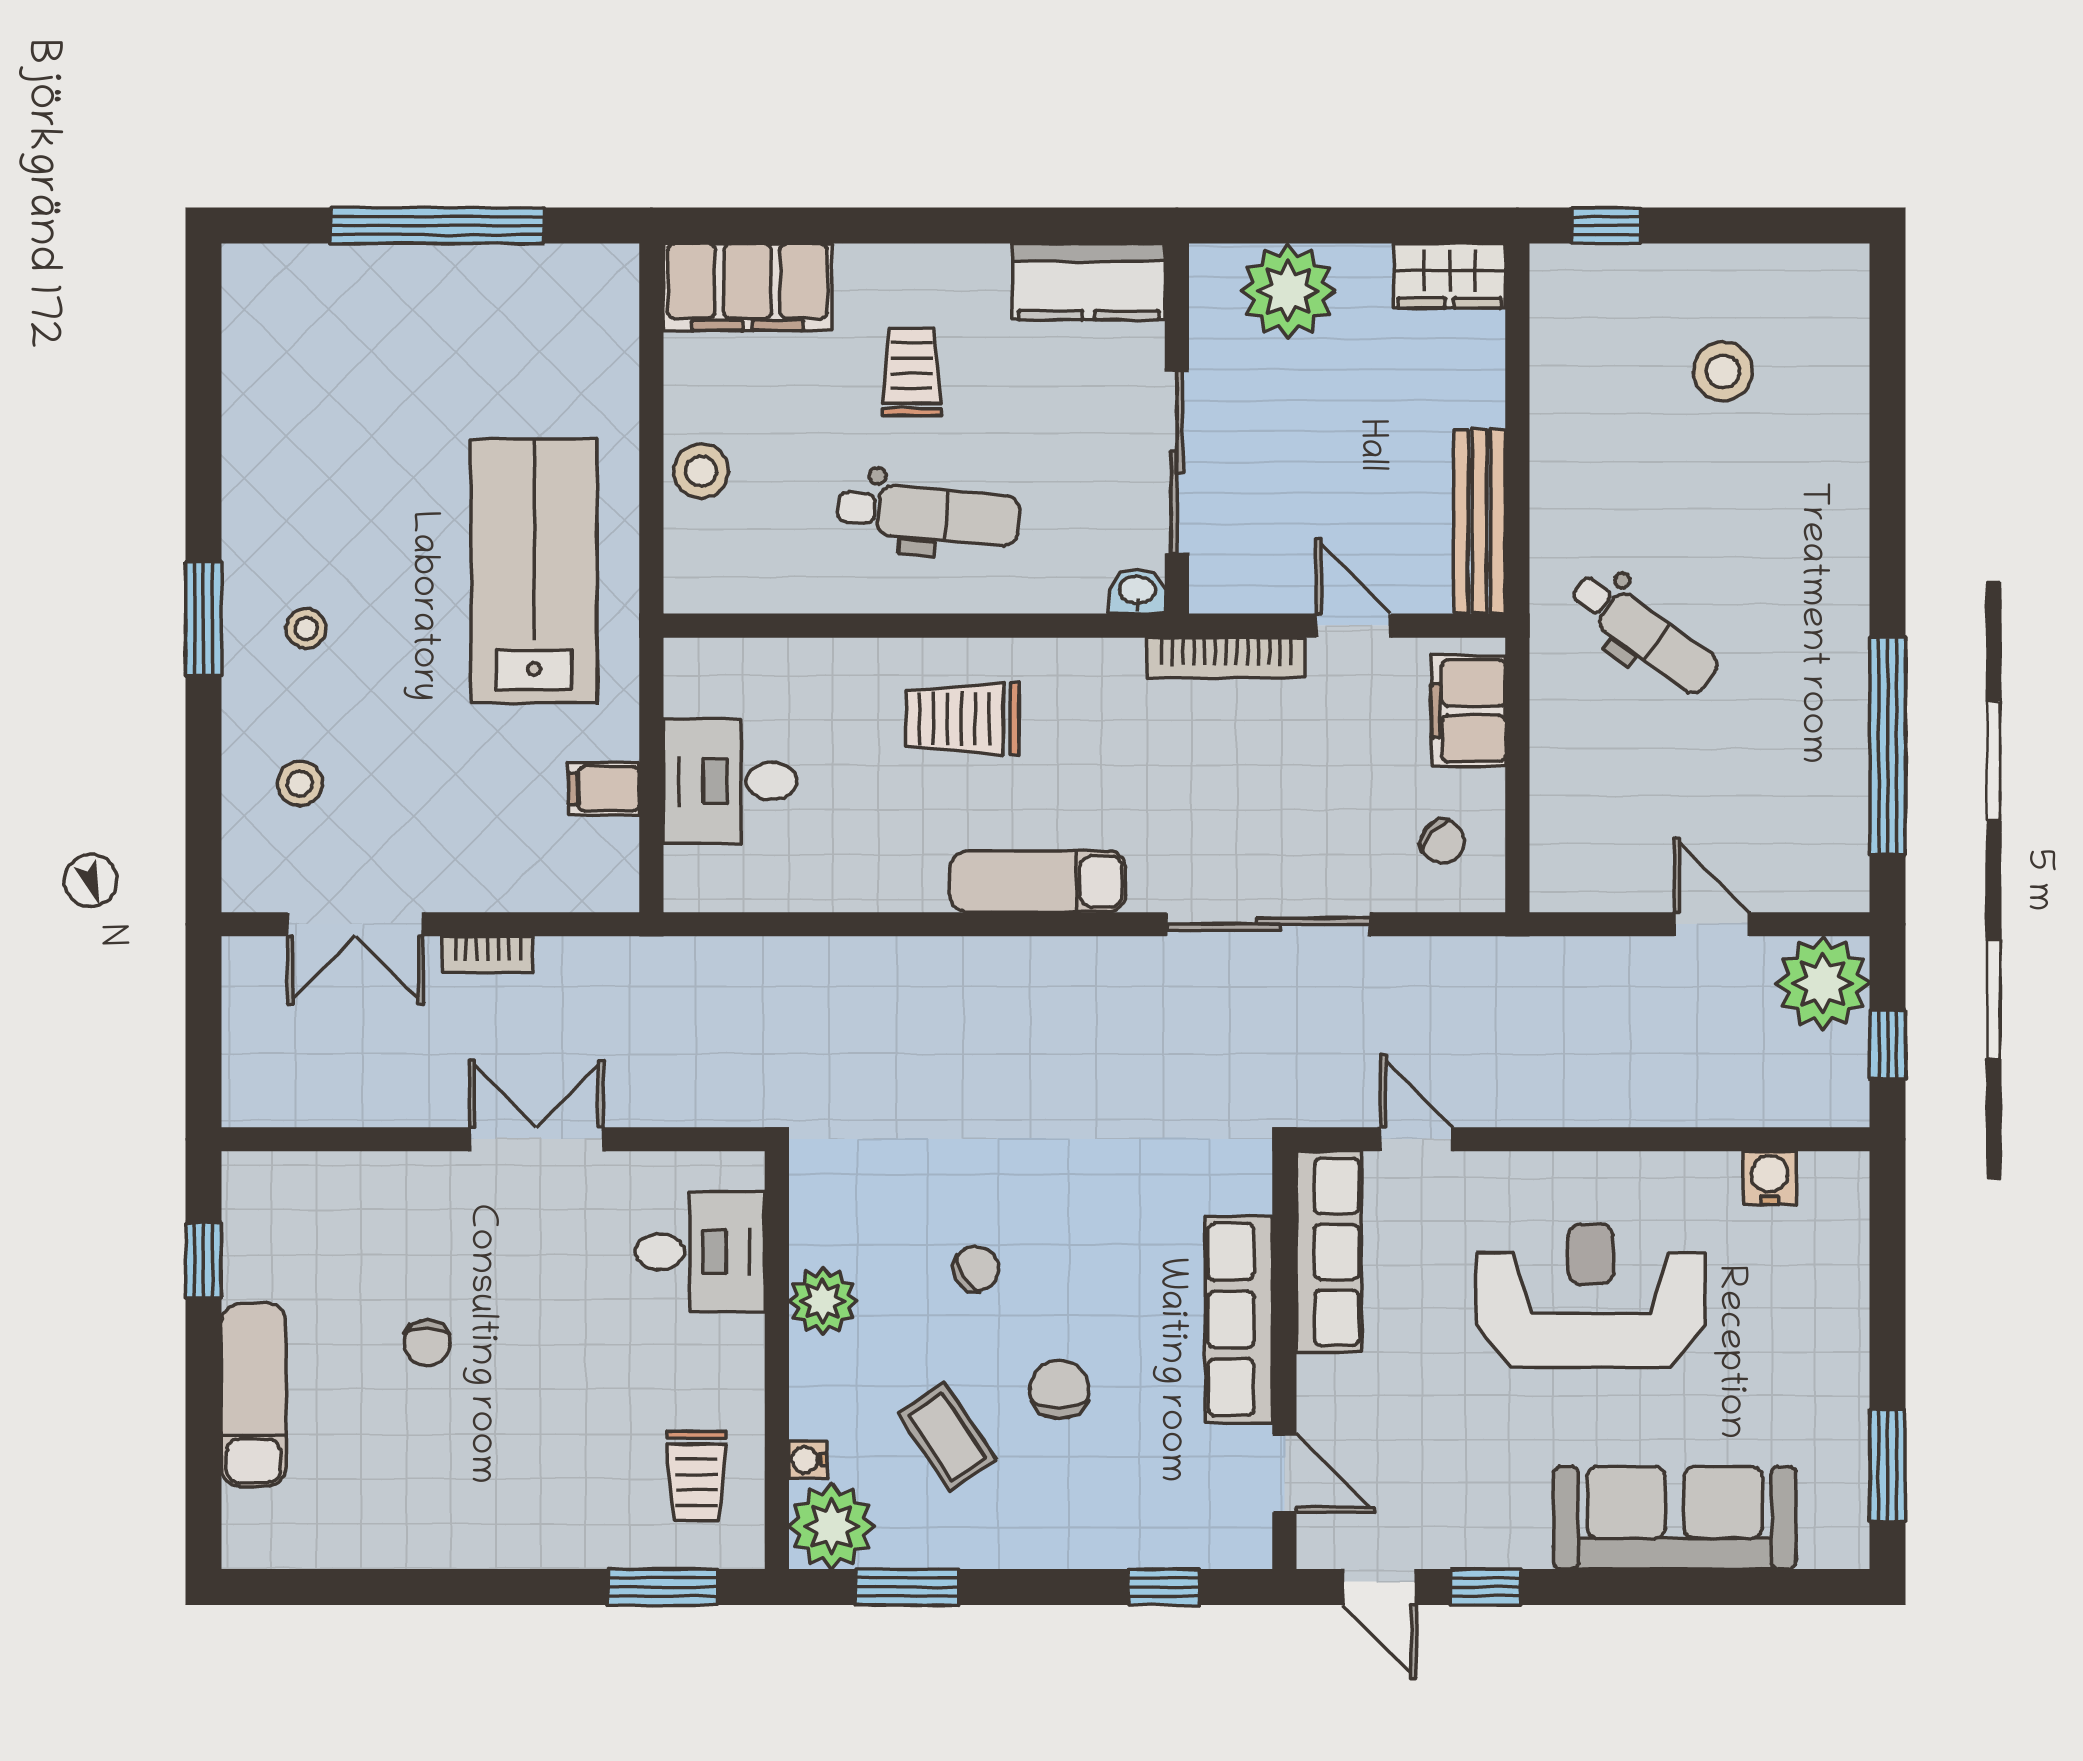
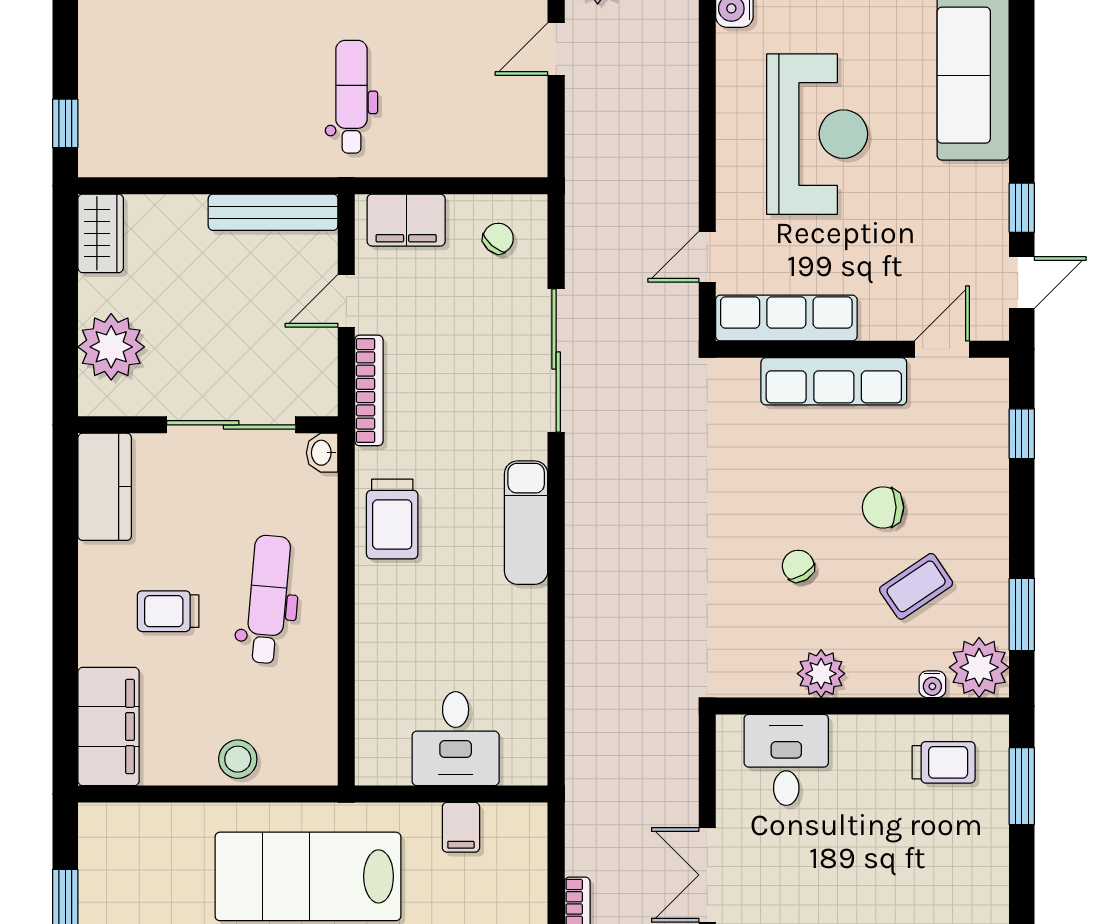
stool: (1723, 371) -> (168, 41), removed
dental chair: (1644, 633) -> (351, 97), turned -36
trolley: (962, 719) -> (392, 519), moved
reception desk: (1591, 1296) -> (817, 134), turned 180

